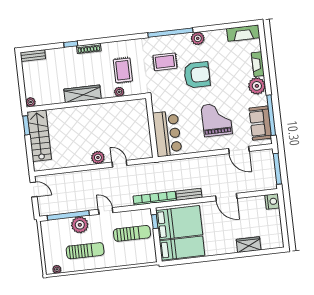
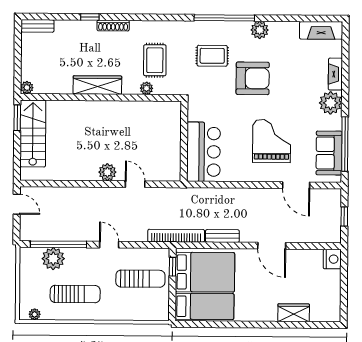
window: (277, 169) -> (344, 216), width x0.46
plant: (80, 225) -> (53, 259), moved

